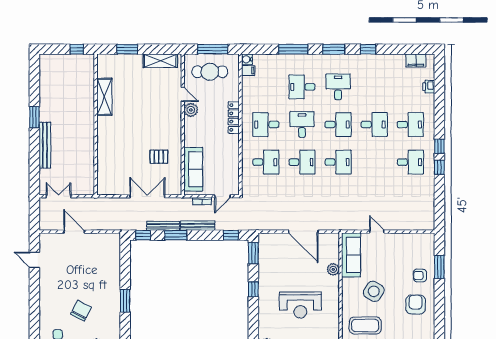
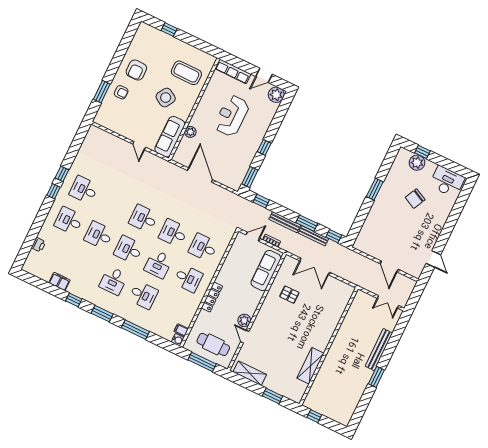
filing cabinet: (416, 60) -> (59, 281), moved
reception desk: (300, 305) -> (232, 116), turned -90

